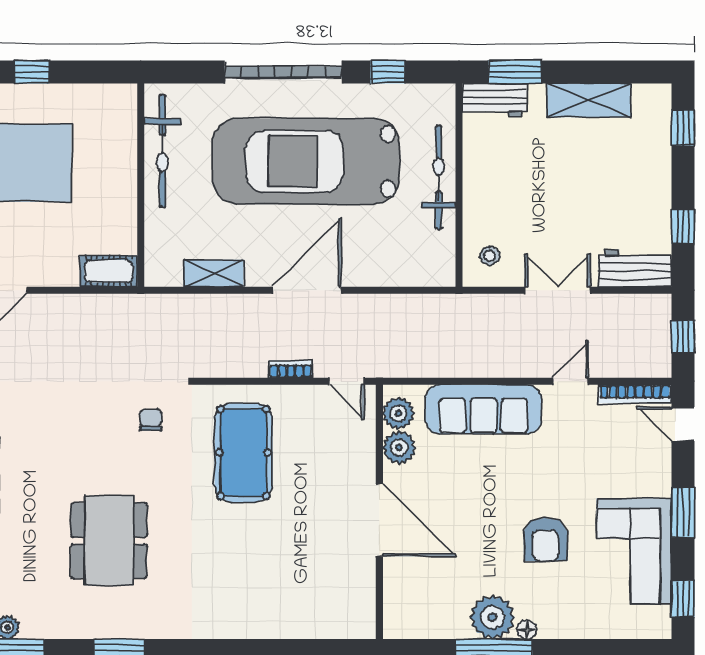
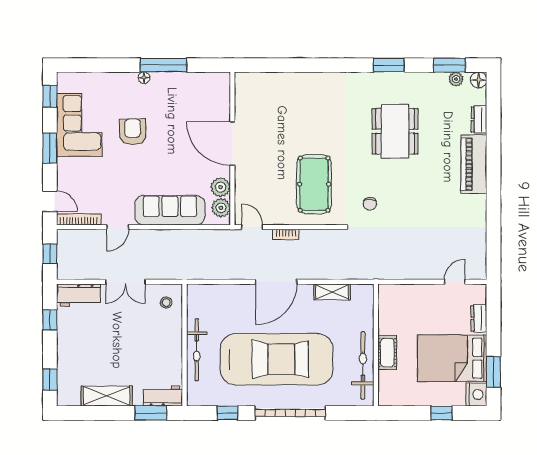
cot: (109, 271) -> (387, 353), moved, turned 90
plant: (493, 617) -> (164, 85), removed

